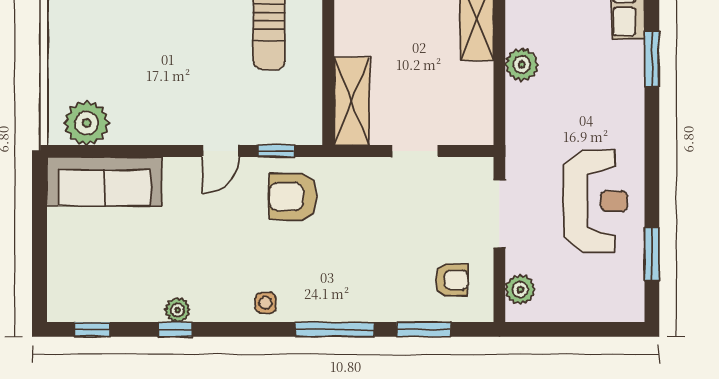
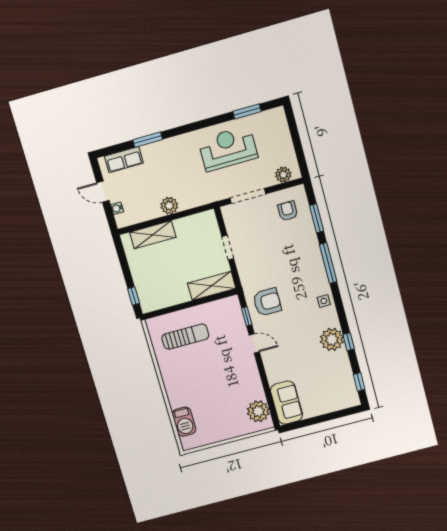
sofa: (104, 181) -> (286, 403), width x0.73
armchair: (293, 196) -> (267, 302), turned -90
plant: (178, 310) -> (332, 339), width x1.87, depth x1.87

